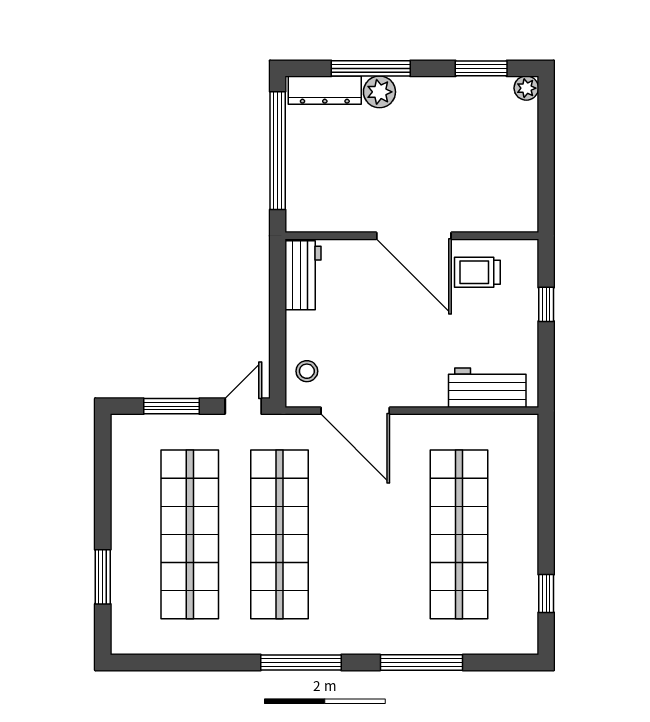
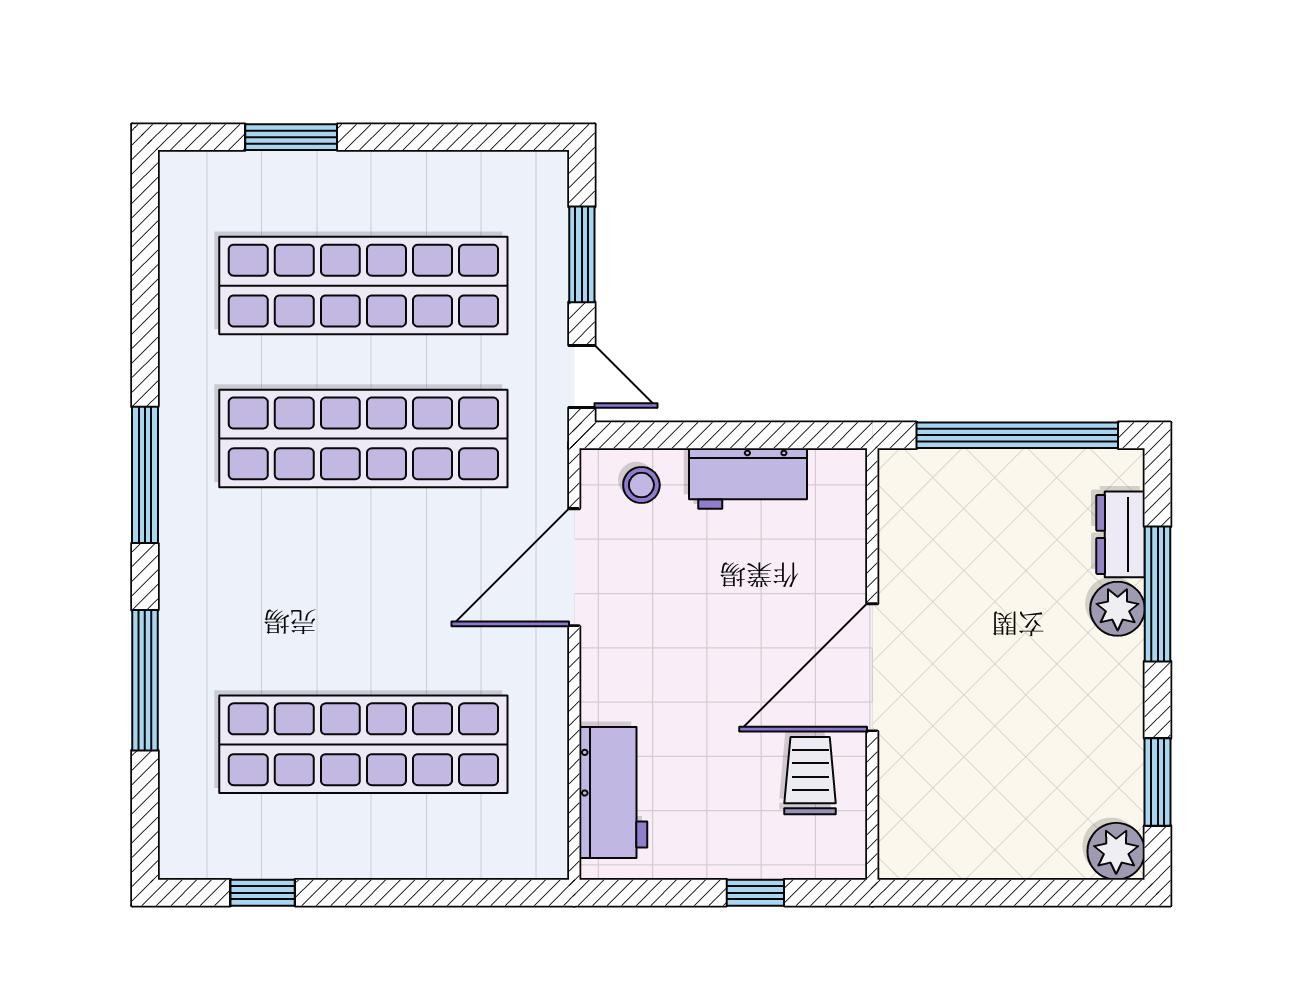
plant: (526, 88) -> (1116, 851), width x1.38, depth x1.38
dresser: (325, 90) -> (1120, 534), width x0.70
workbench: (303, 275) -> (748, 479), moved

